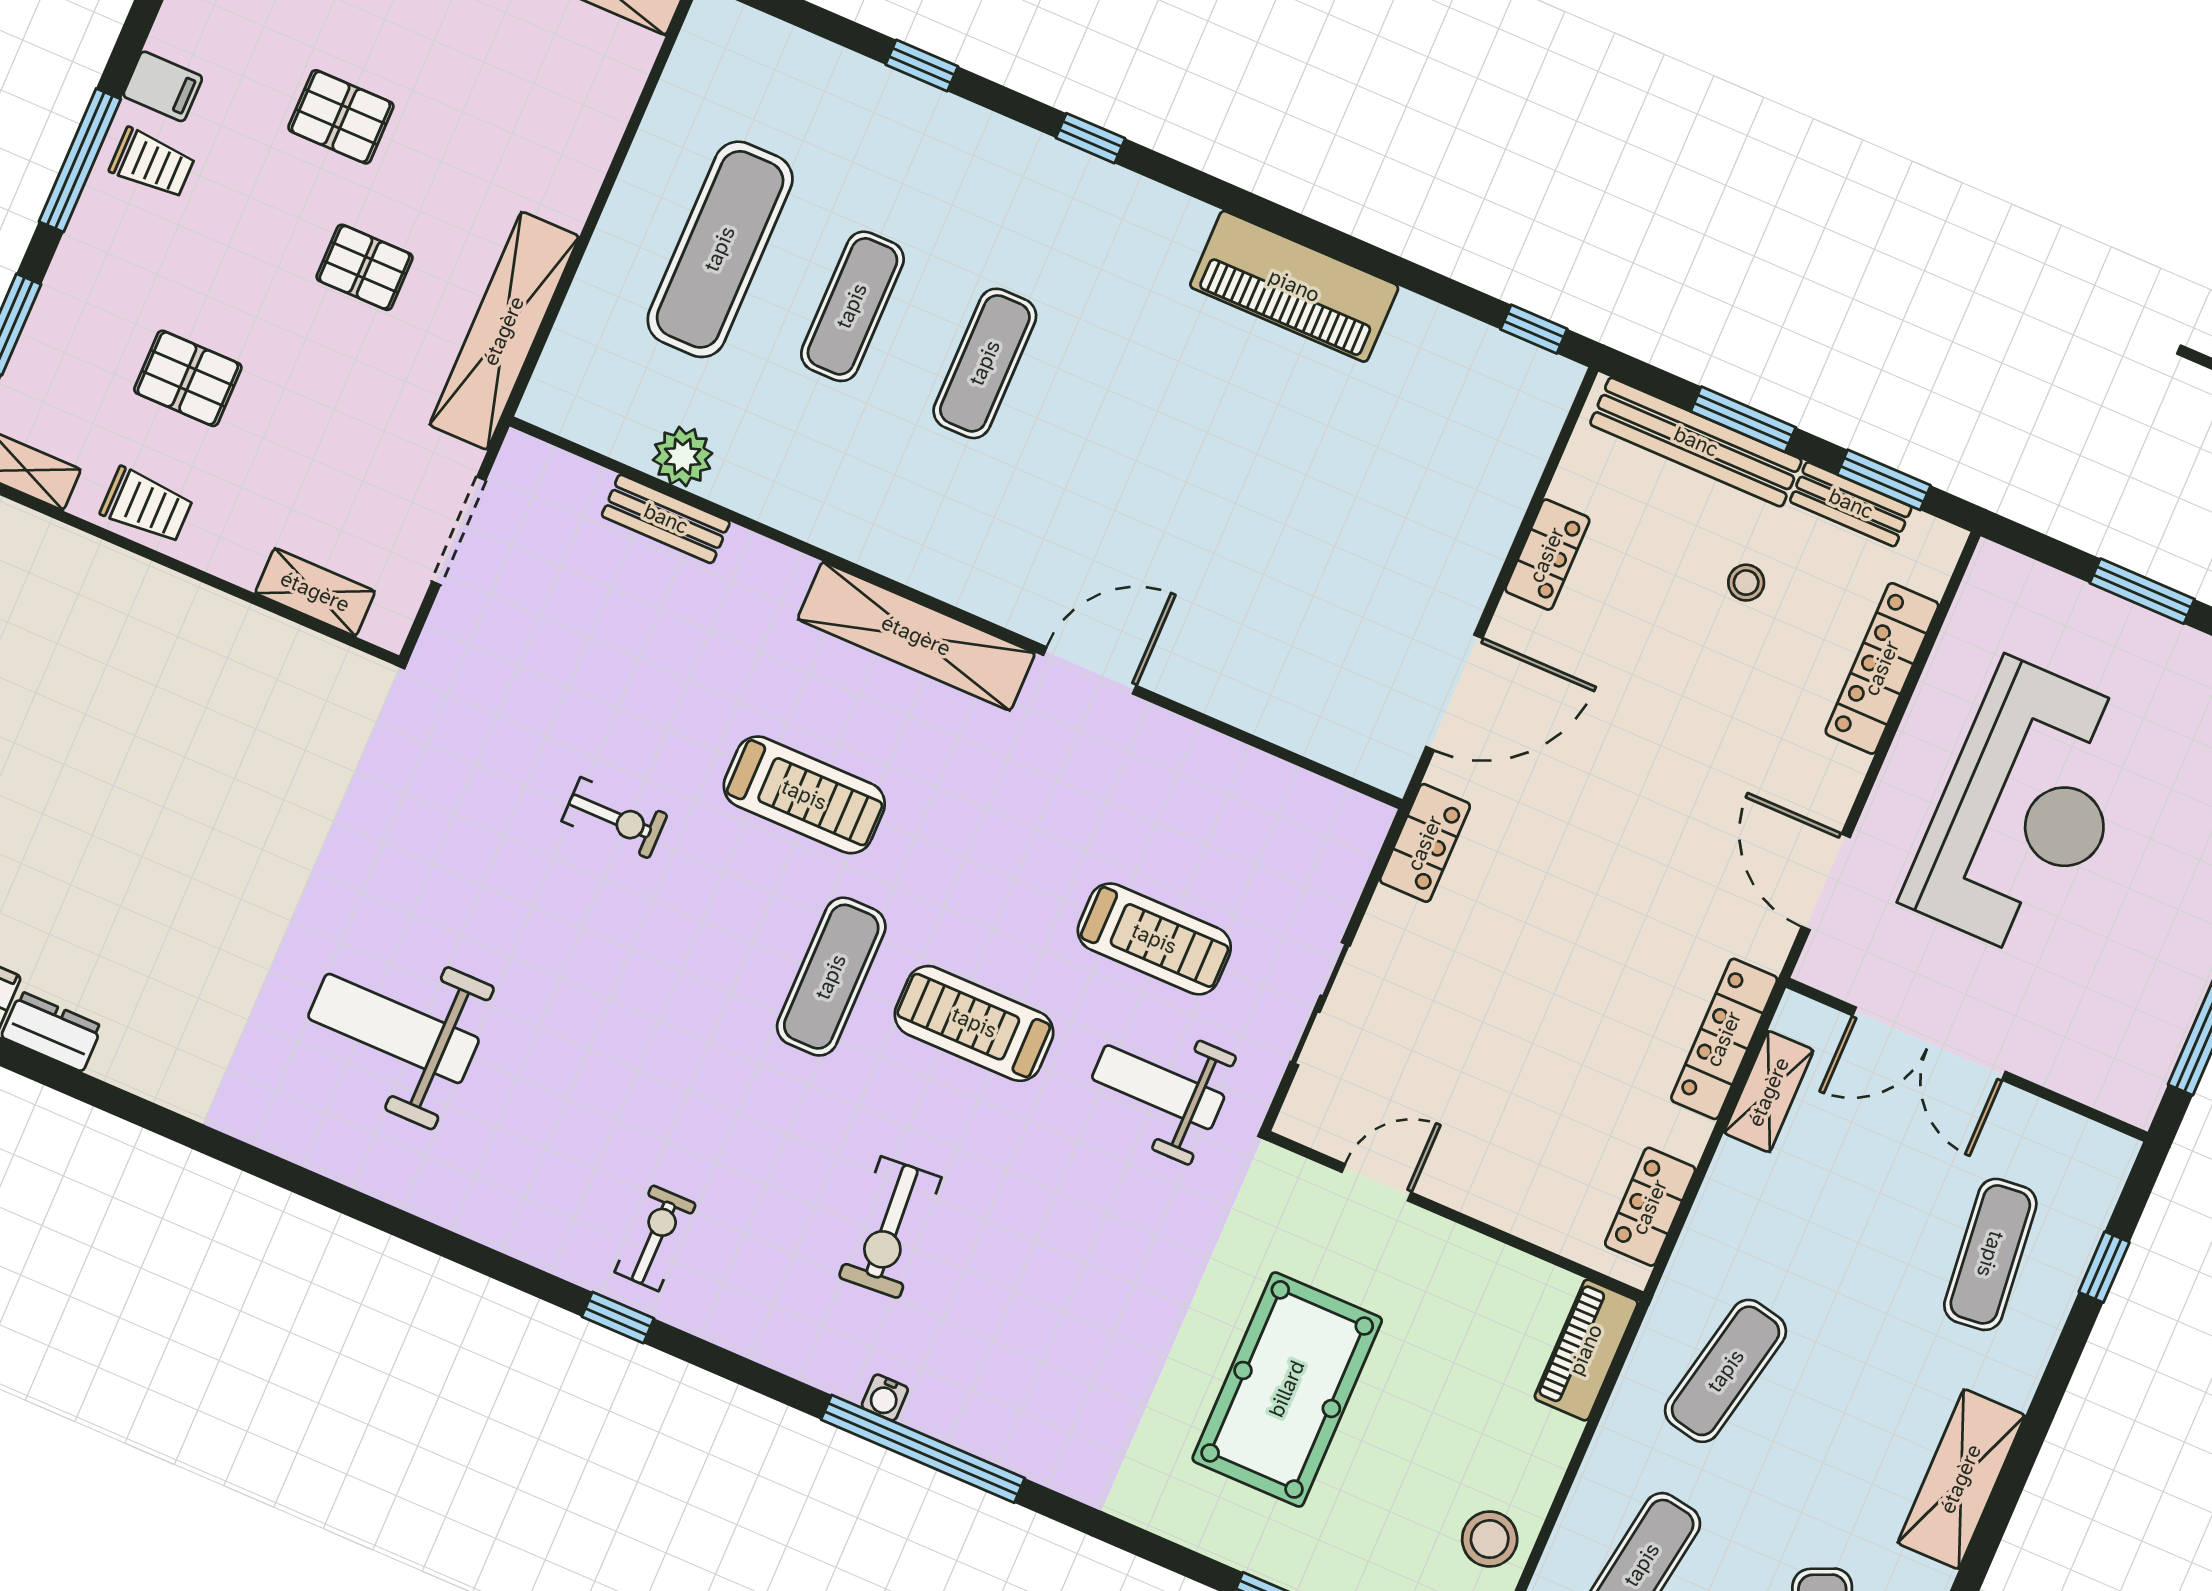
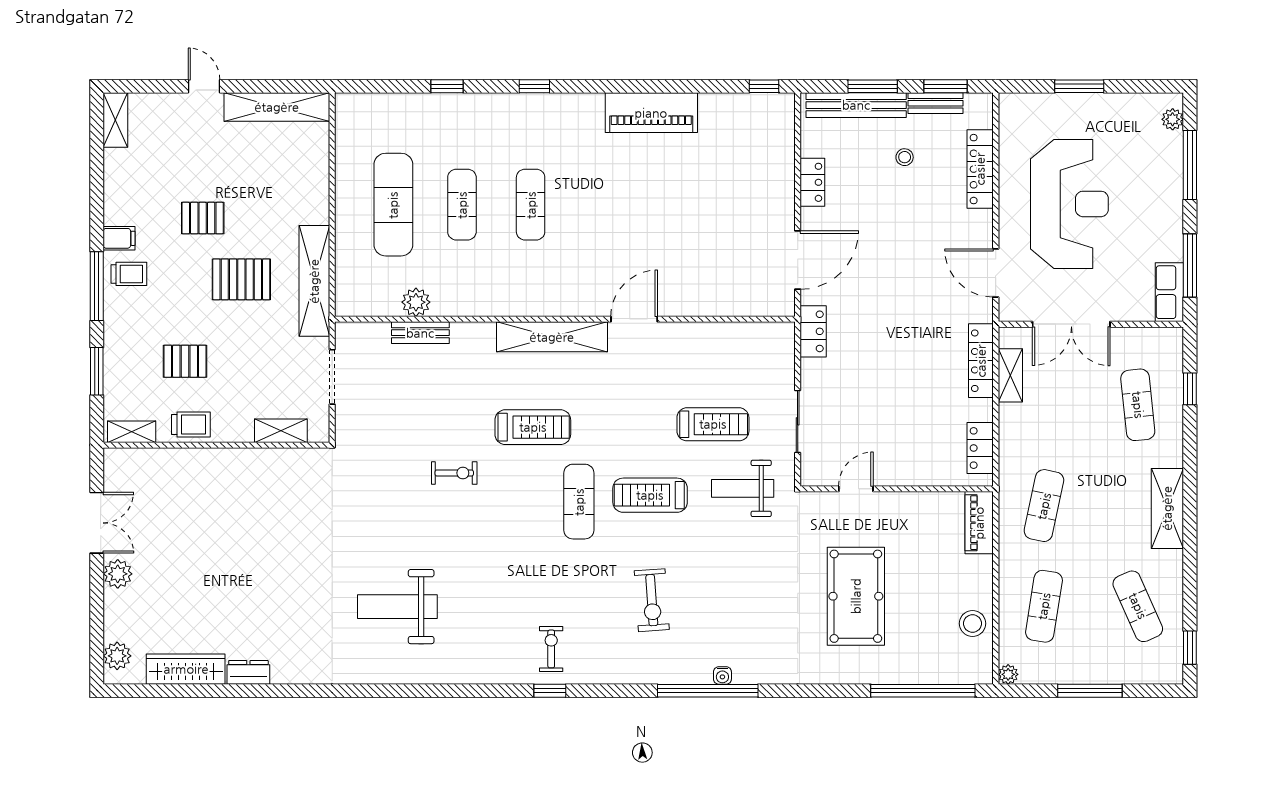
pallet: (365, 267) -> (241, 279), width x1.50, depth x1.42
row of seats: (2145, 1063) -> (1169, 292), added
water cooler: (885, 1398) -> (722, 675), moved

